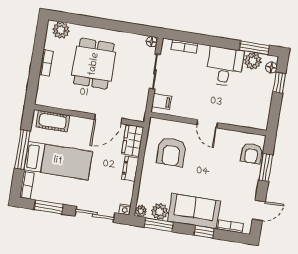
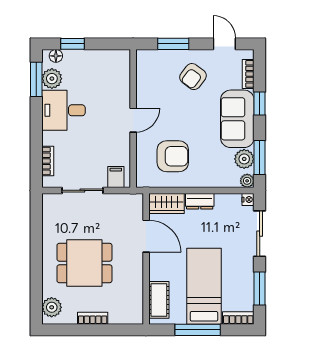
floor lamp: (152, 42) -> (48, 200), removed
armchair: (252, 153) -> (193, 77), moved, turned 127

